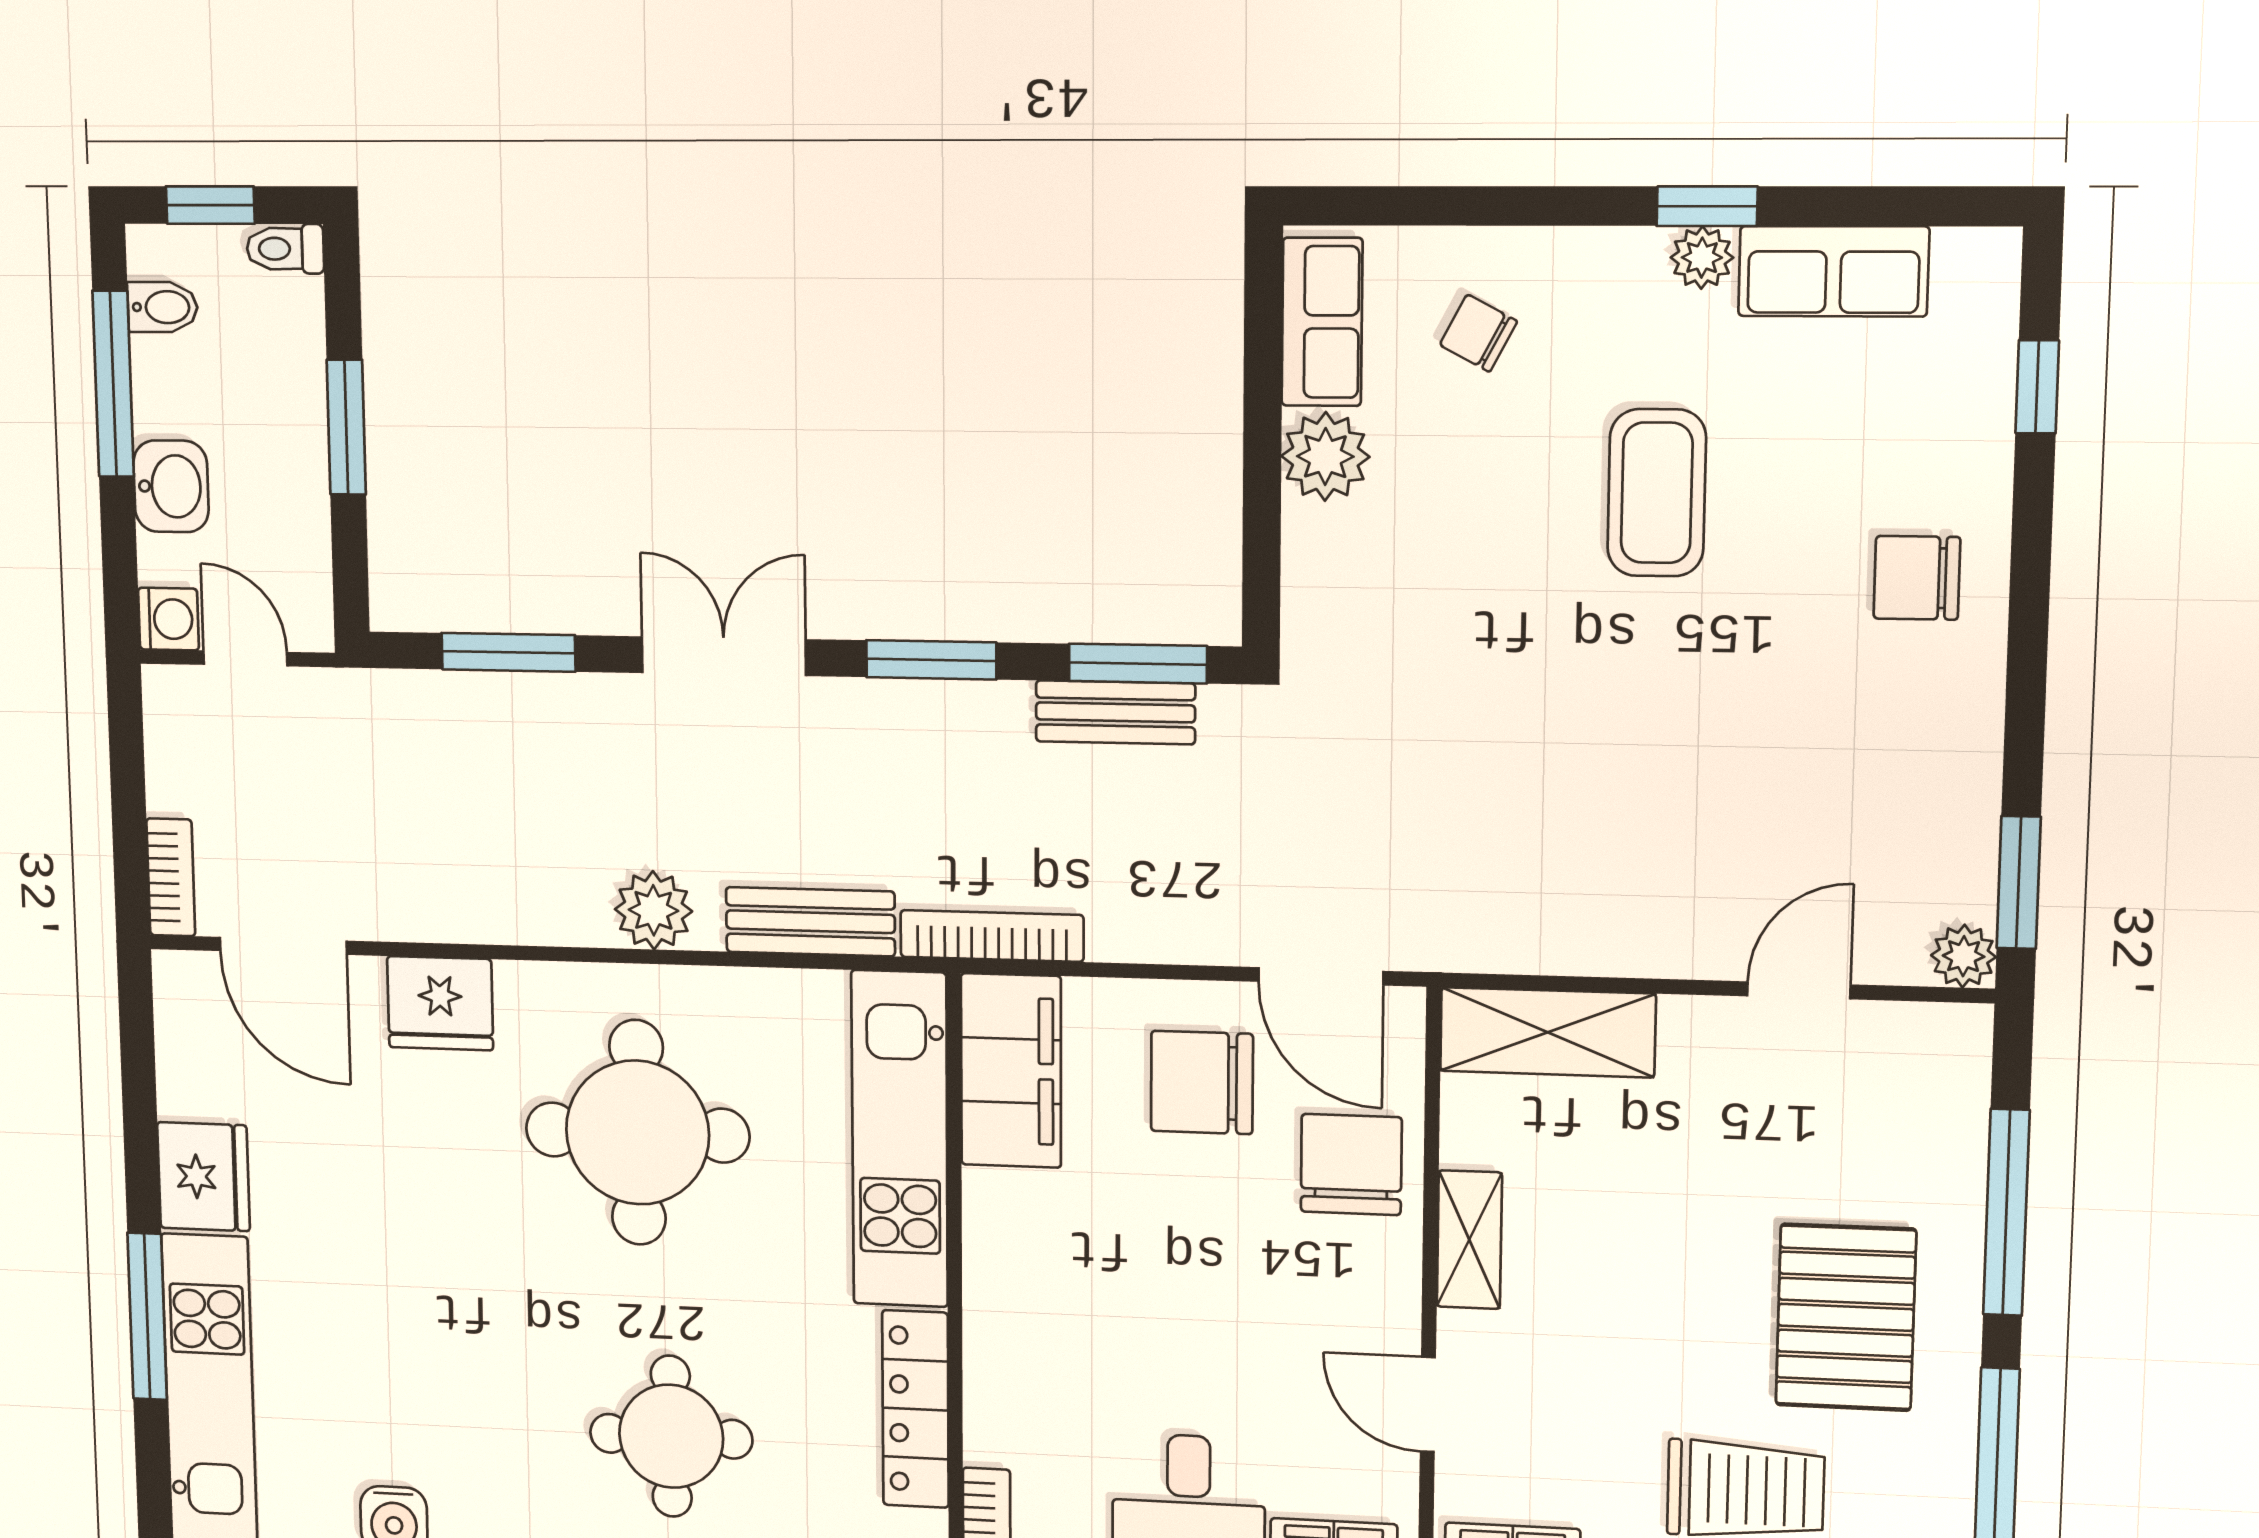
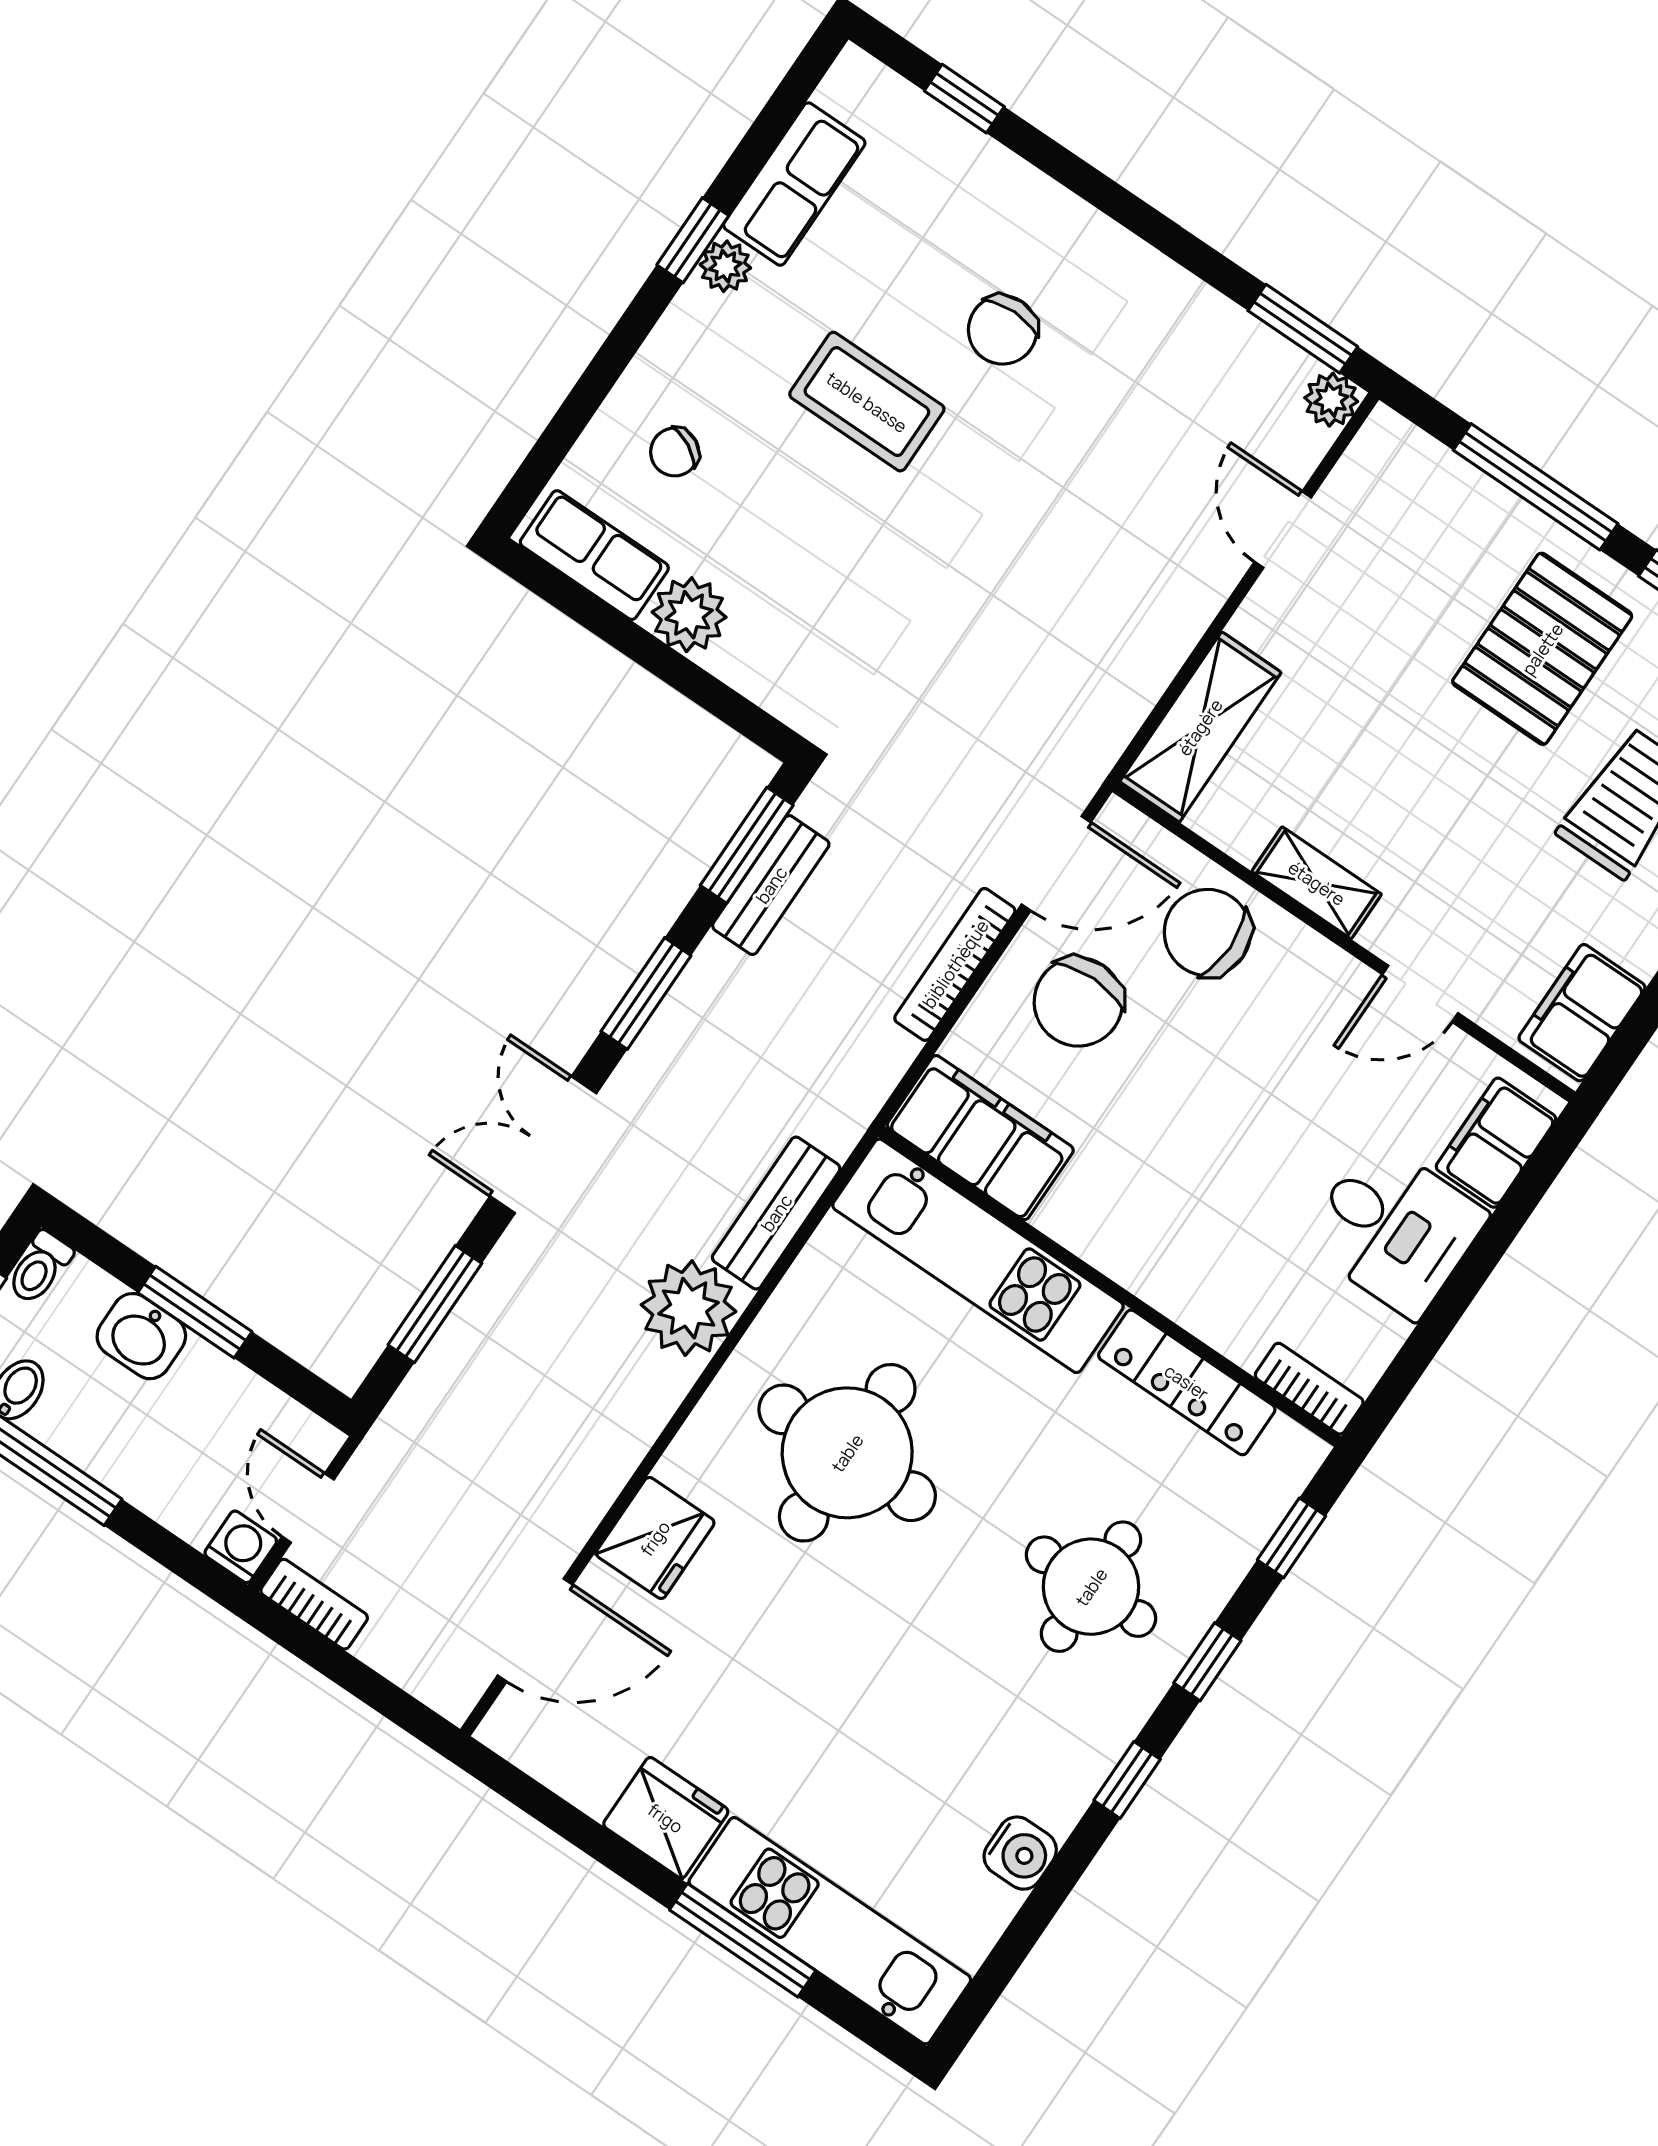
washbasin: (171, 486) -> (141, 1336), moved, turned 180
chair: (1917, 578) -> (1003, 330), moved
door: (245, 658) -> (308, 1508), hinge flipped
bookcase: (171, 877) -> (314, 1604), moved
plant: (653, 910) -> (689, 1308), width x1.36, depth x1.36
bookcase: (992, 936) -> (955, 964), moved
pallet: (1846, 1317) -> (1542, 649), turned 90

